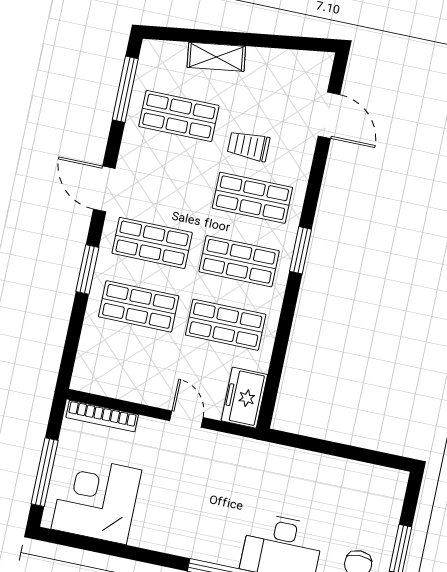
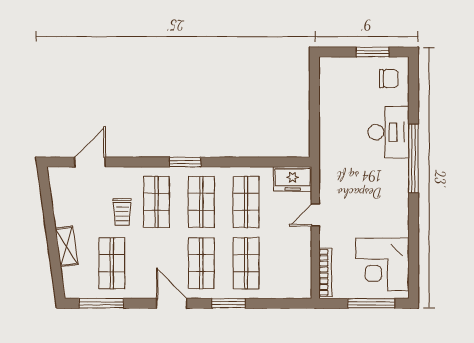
door: (104, 189) -> (172, 303), swing flipped

